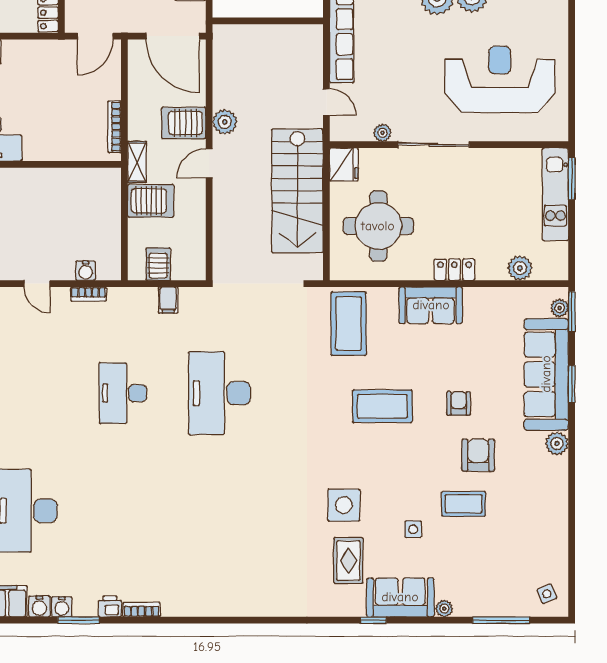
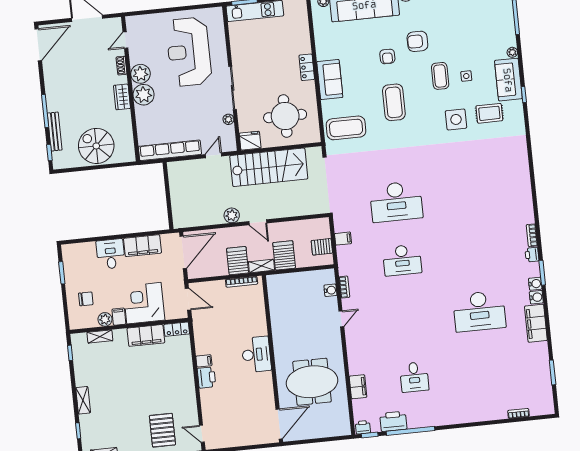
server rack: (184, 123) -> (238, 261), moved, turned 180
plant: (520, 268) -> (302, 28), removed
armchair: (459, 403) -> (387, 56), turned -90
coffee table: (464, 504) -> (440, 76), moved

